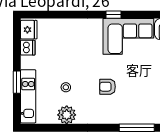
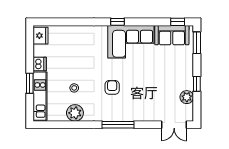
dishwasher: (28, 48) -> (40, 64), moved
armchair: (108, 87) -> (112, 87), turned 90
window: (137, 128) -> (118, 125), moved

